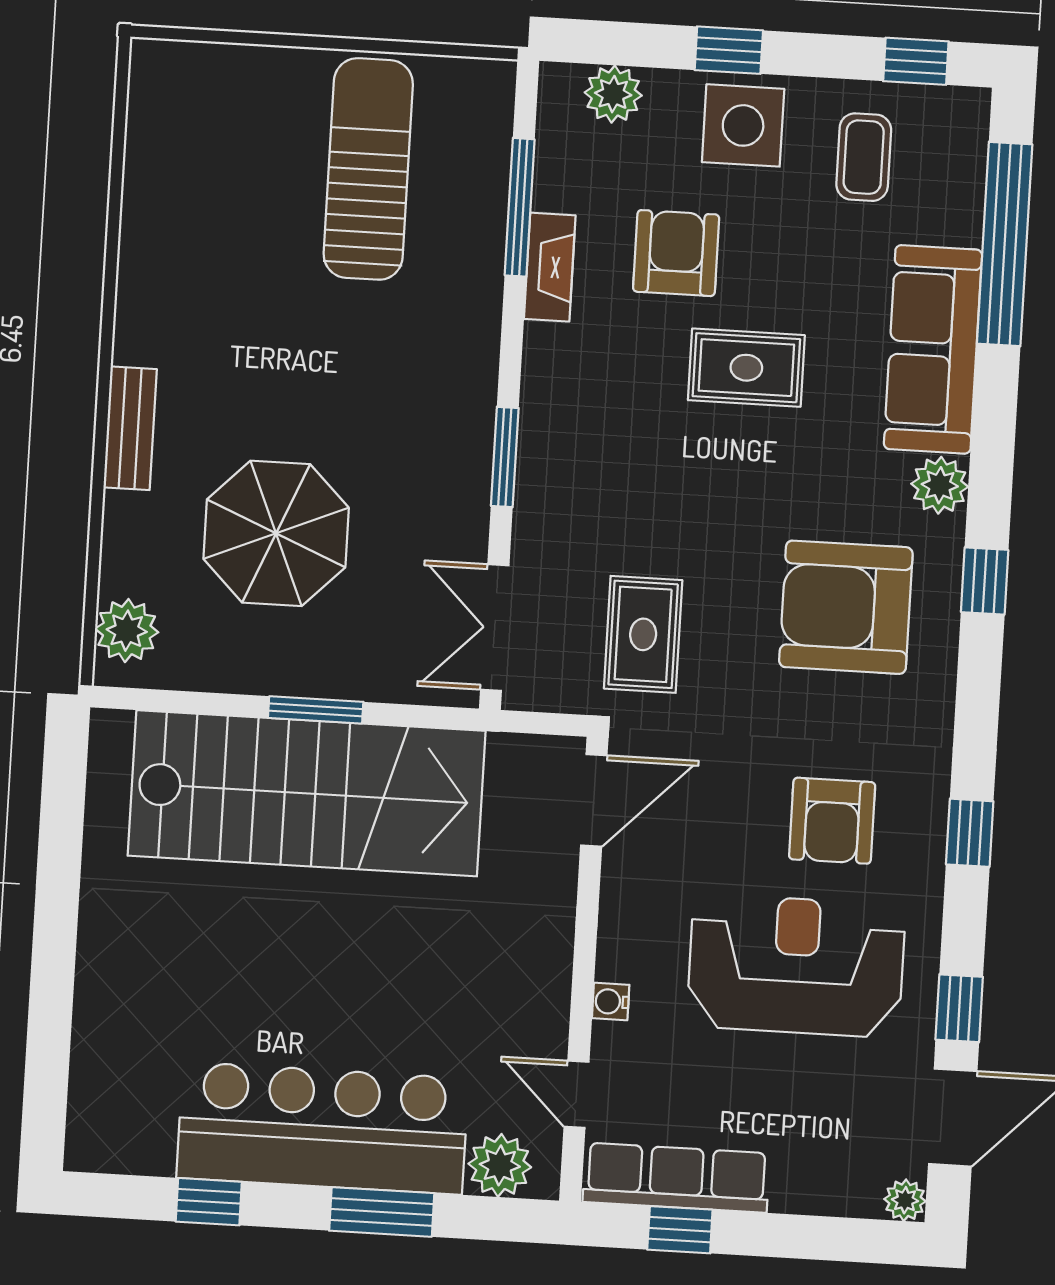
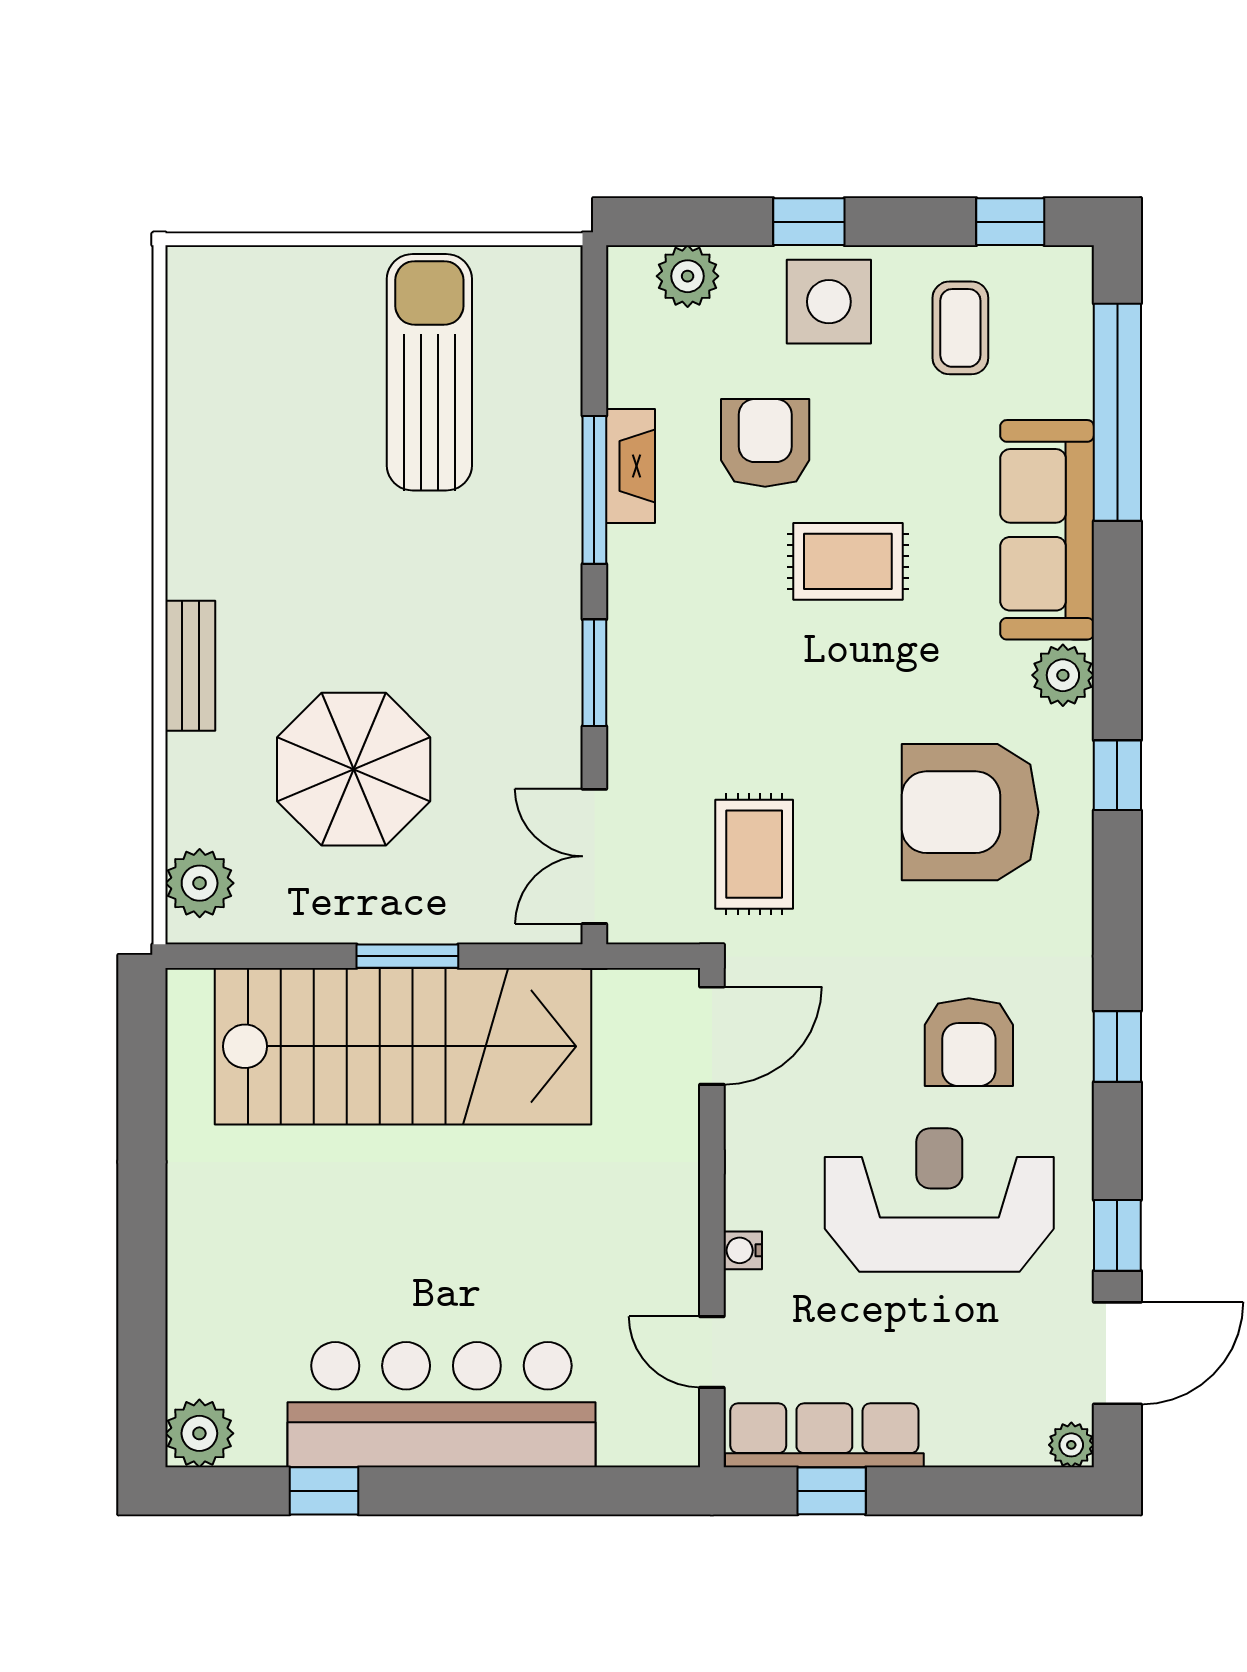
window: (520, 207) -> (594, 490), moved
plant: (500, 1165) -> (199, 1433), moved
window: (382, 1212) -> (510, 1491), removed

